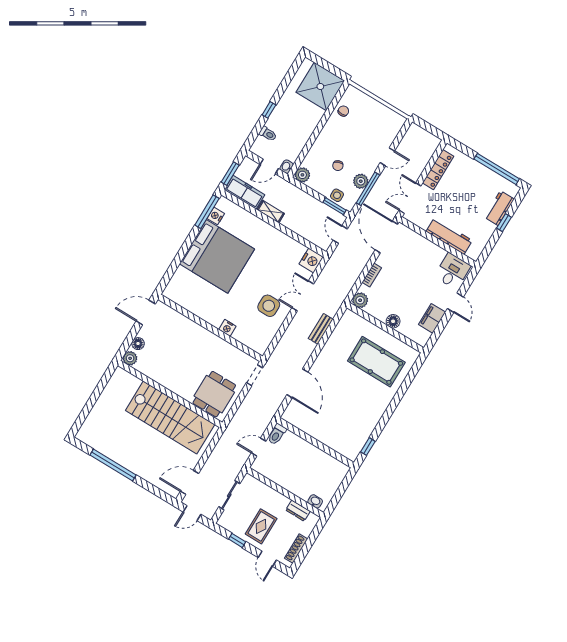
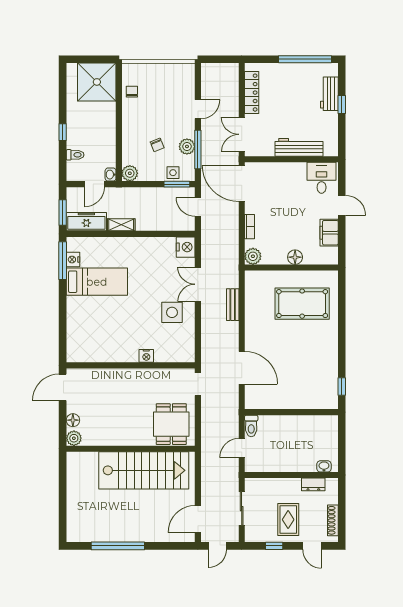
bed: (217, 256) -> (97, 282), width x0.49

